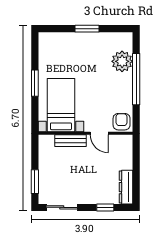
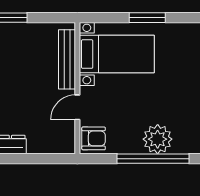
plant: (122, 61) -> (158, 139), moved
bench: (71, 141) -> (67, 59), width x1.36

